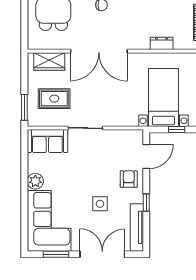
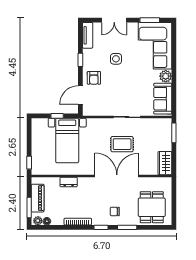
wardrobe: (49, 61) -> (165, 163), moved, turned -90
rug: (54, 99) -> (122, 144), moved
sofa: (47, 141) -> (163, 99), moved, turned -90
tv unit: (137, 227) -> (88, 35), width x0.71
double door: (102, 254) -> (114, 20), width x0.73

